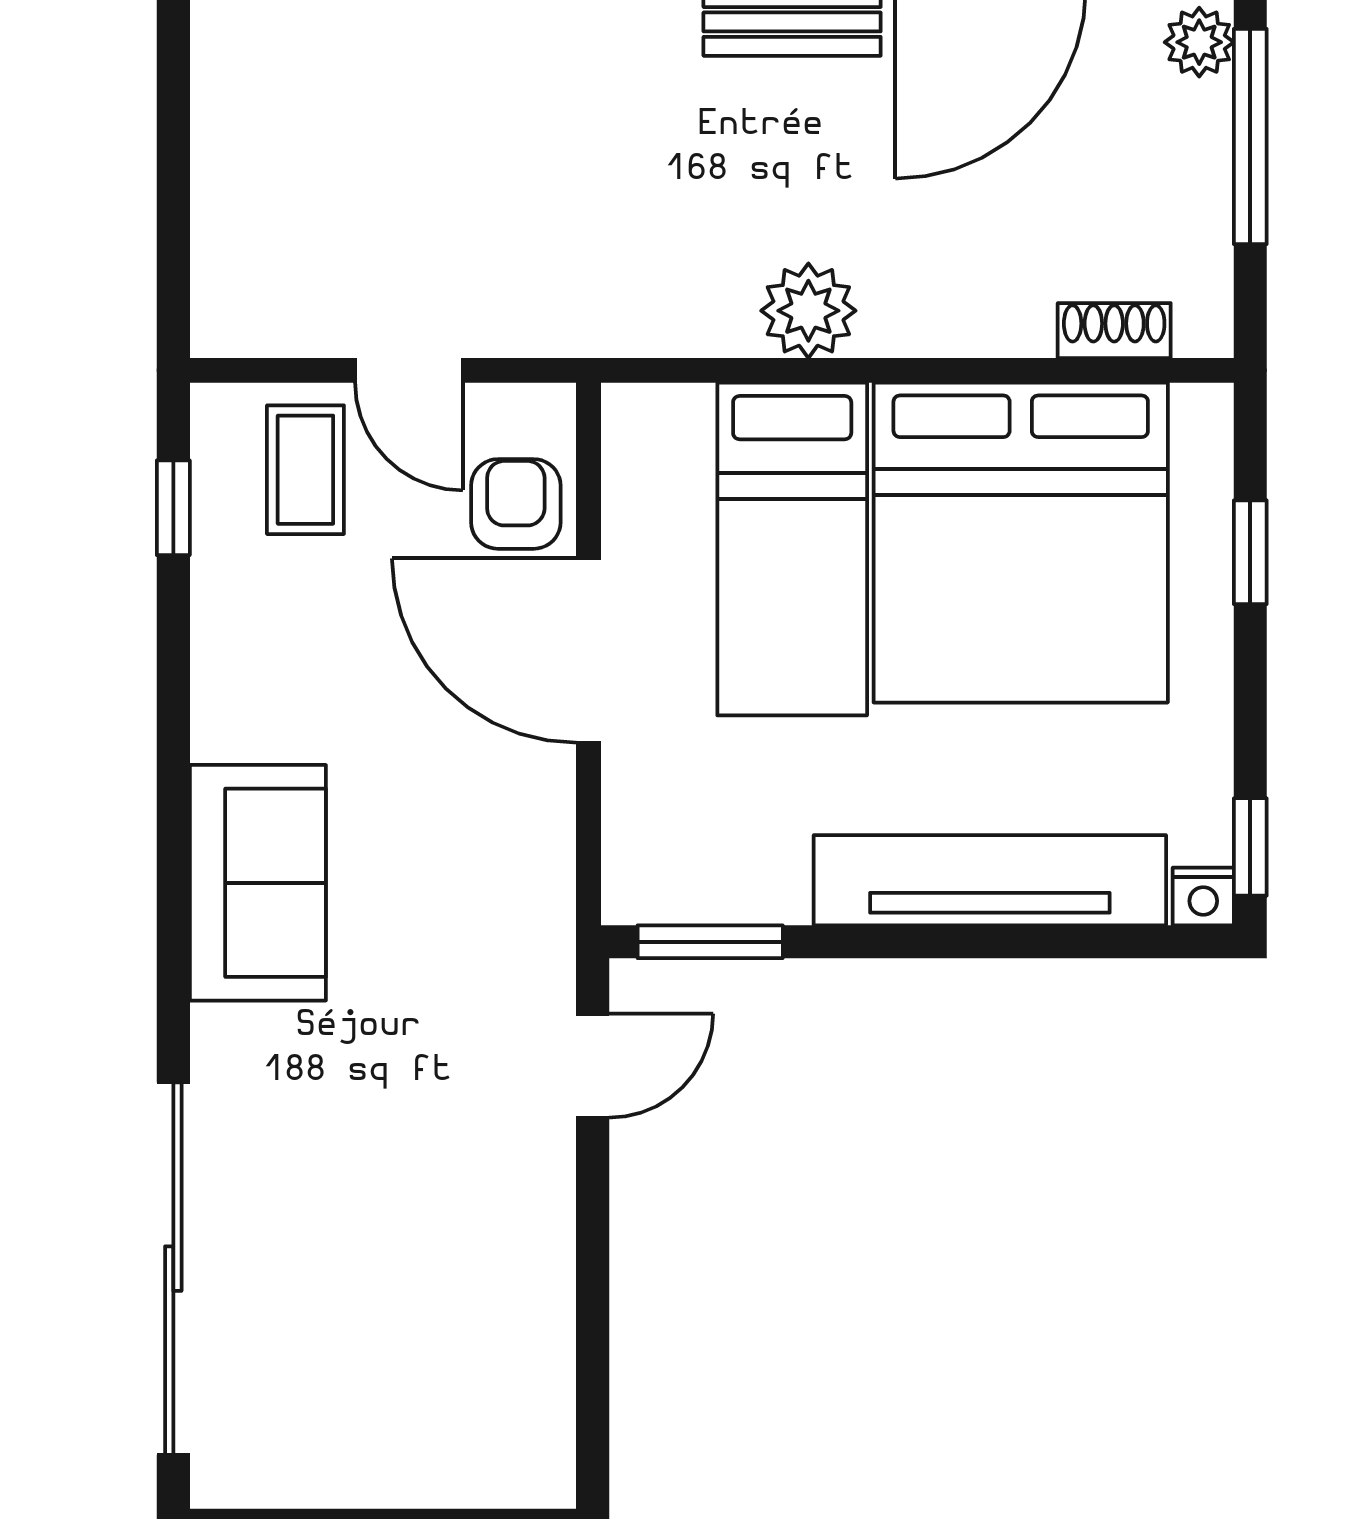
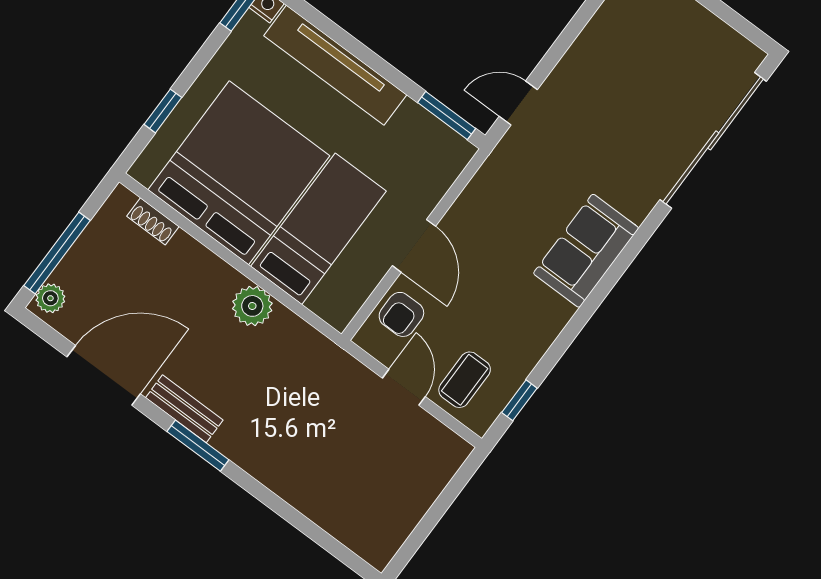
door: (588, 651) -> (414, 246), width x0.73

